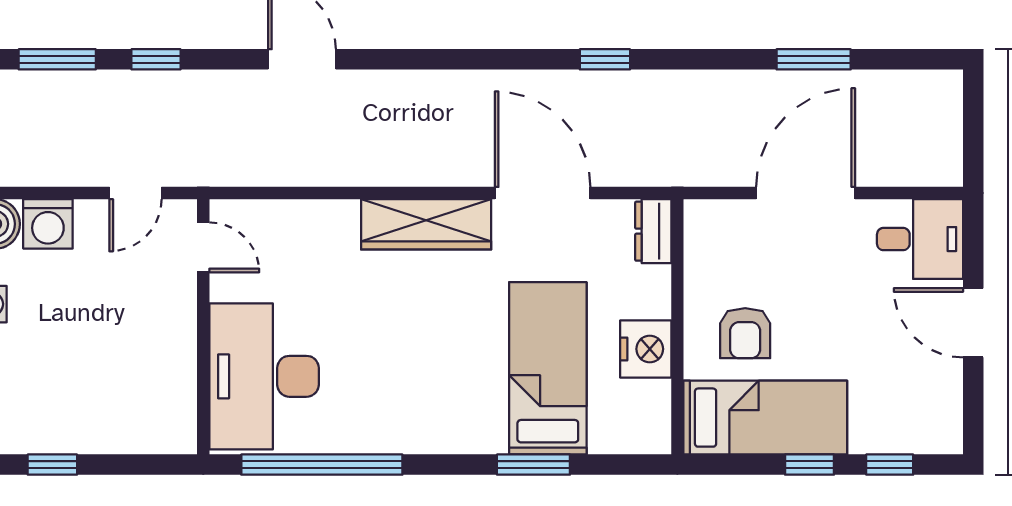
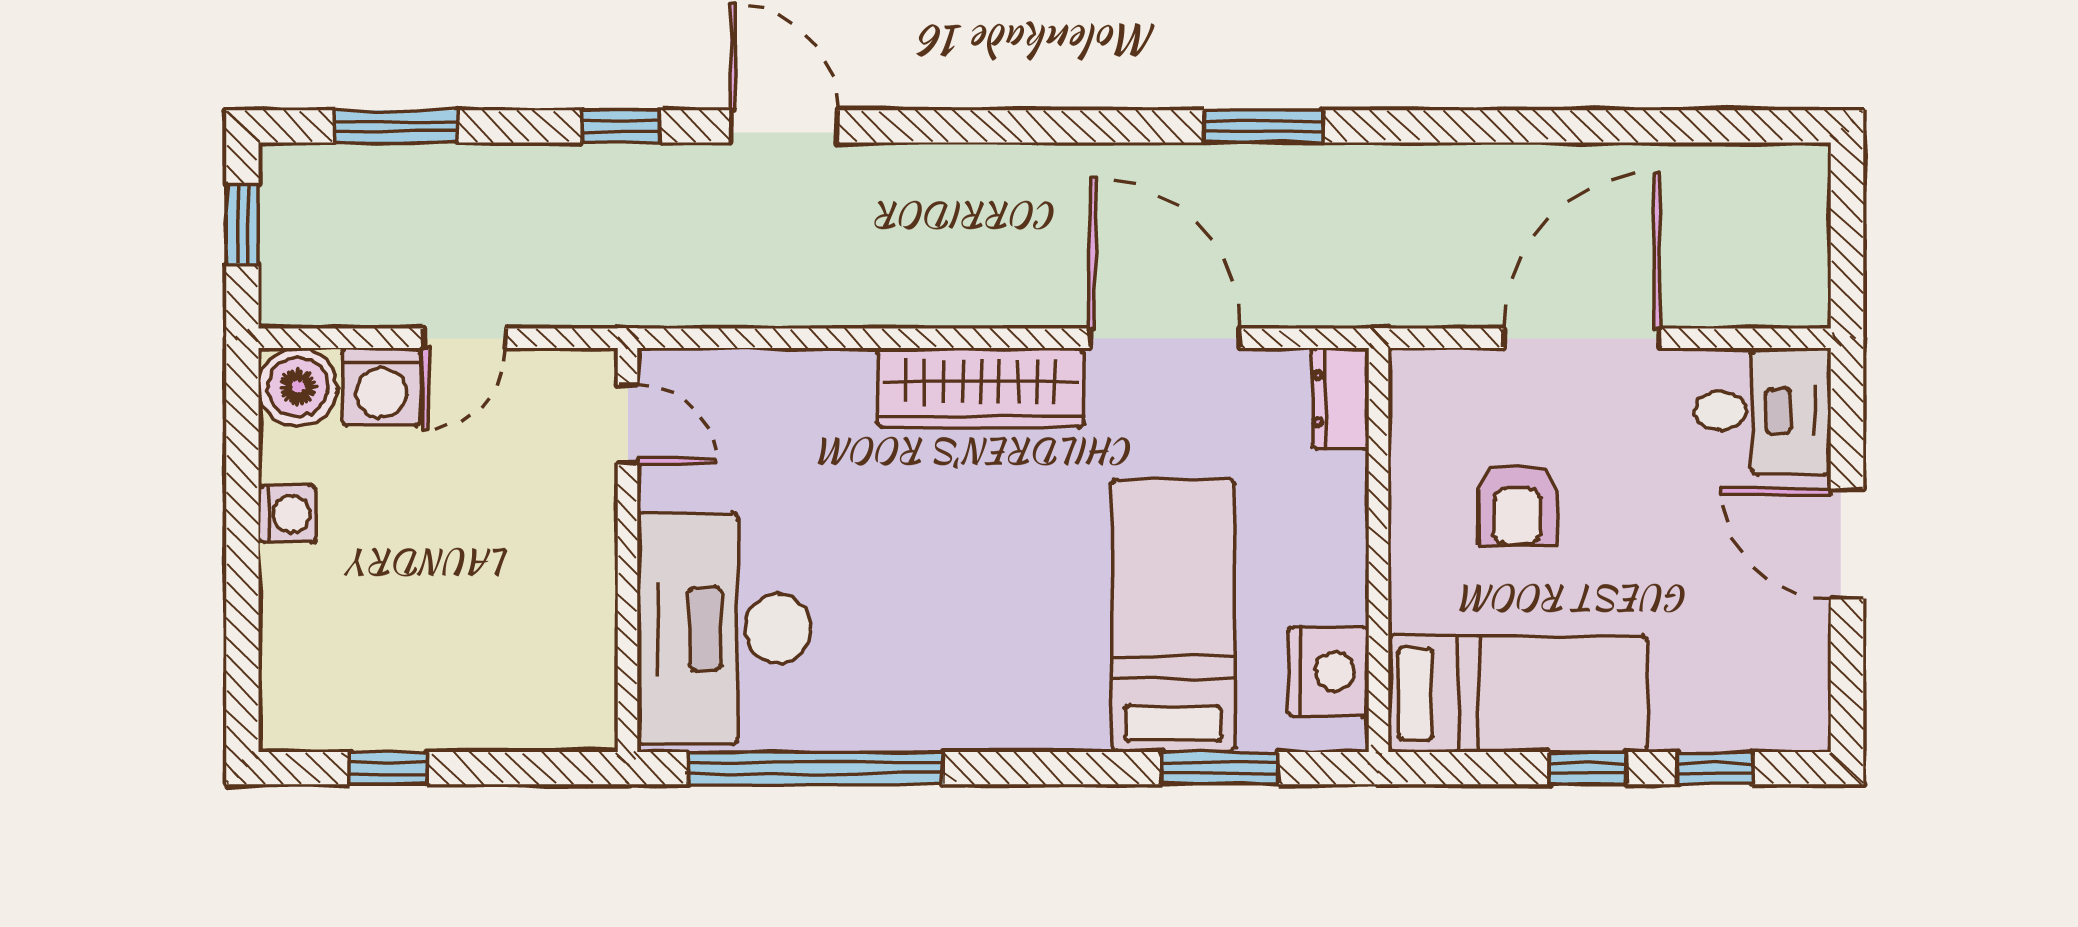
window: (156, 59) -> (621, 126), moved
window: (605, 59) -> (1264, 126), width x1.50
window: (814, 59) -> (1594, 126), removed
door: (135, 193) -> (464, 338), moved
armchair: (745, 333) -> (1518, 505), moved
nightstand: (646, 349) -> (1328, 671), moved
window: (533, 465) -> (1220, 768), moved

